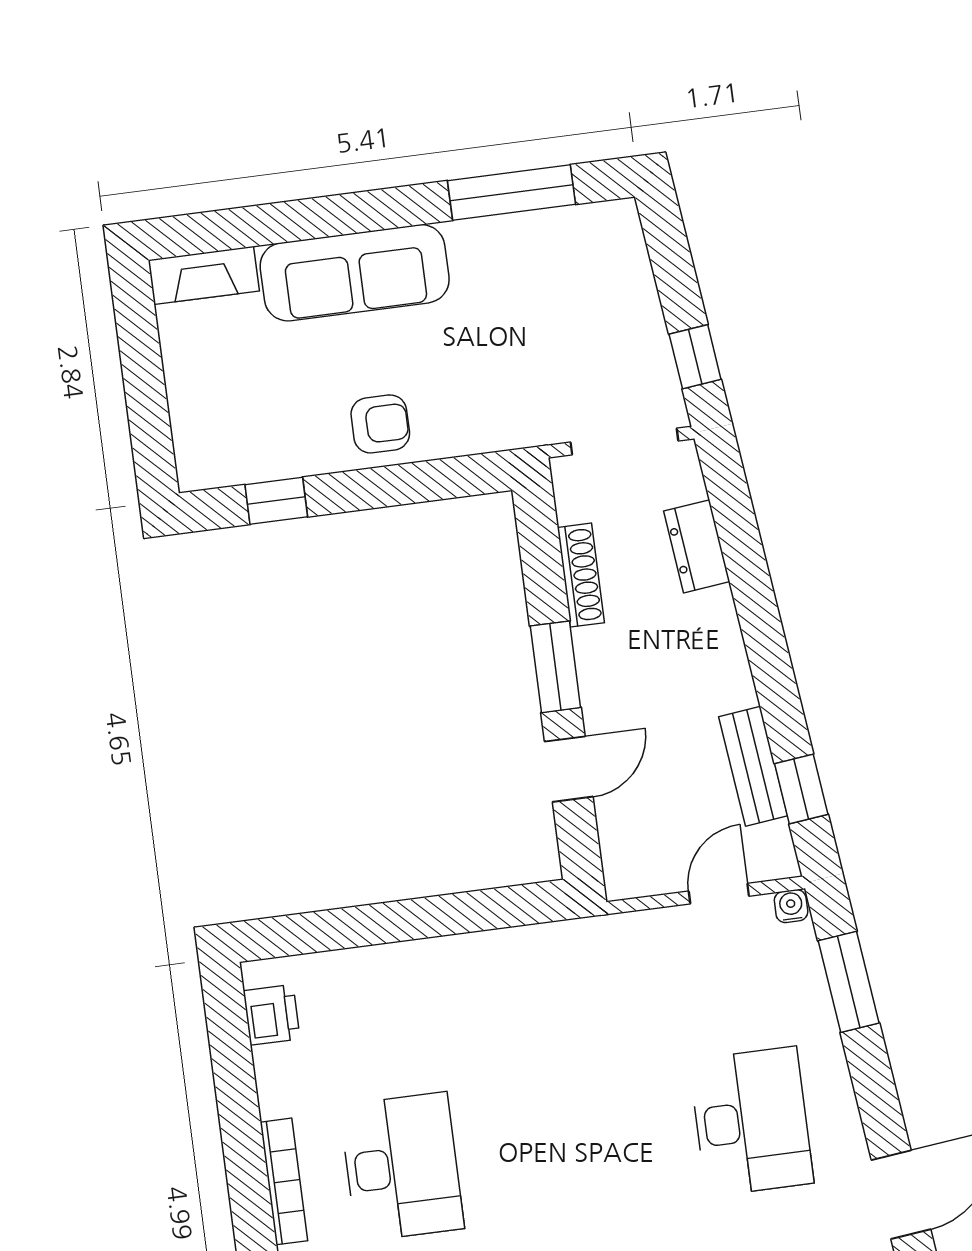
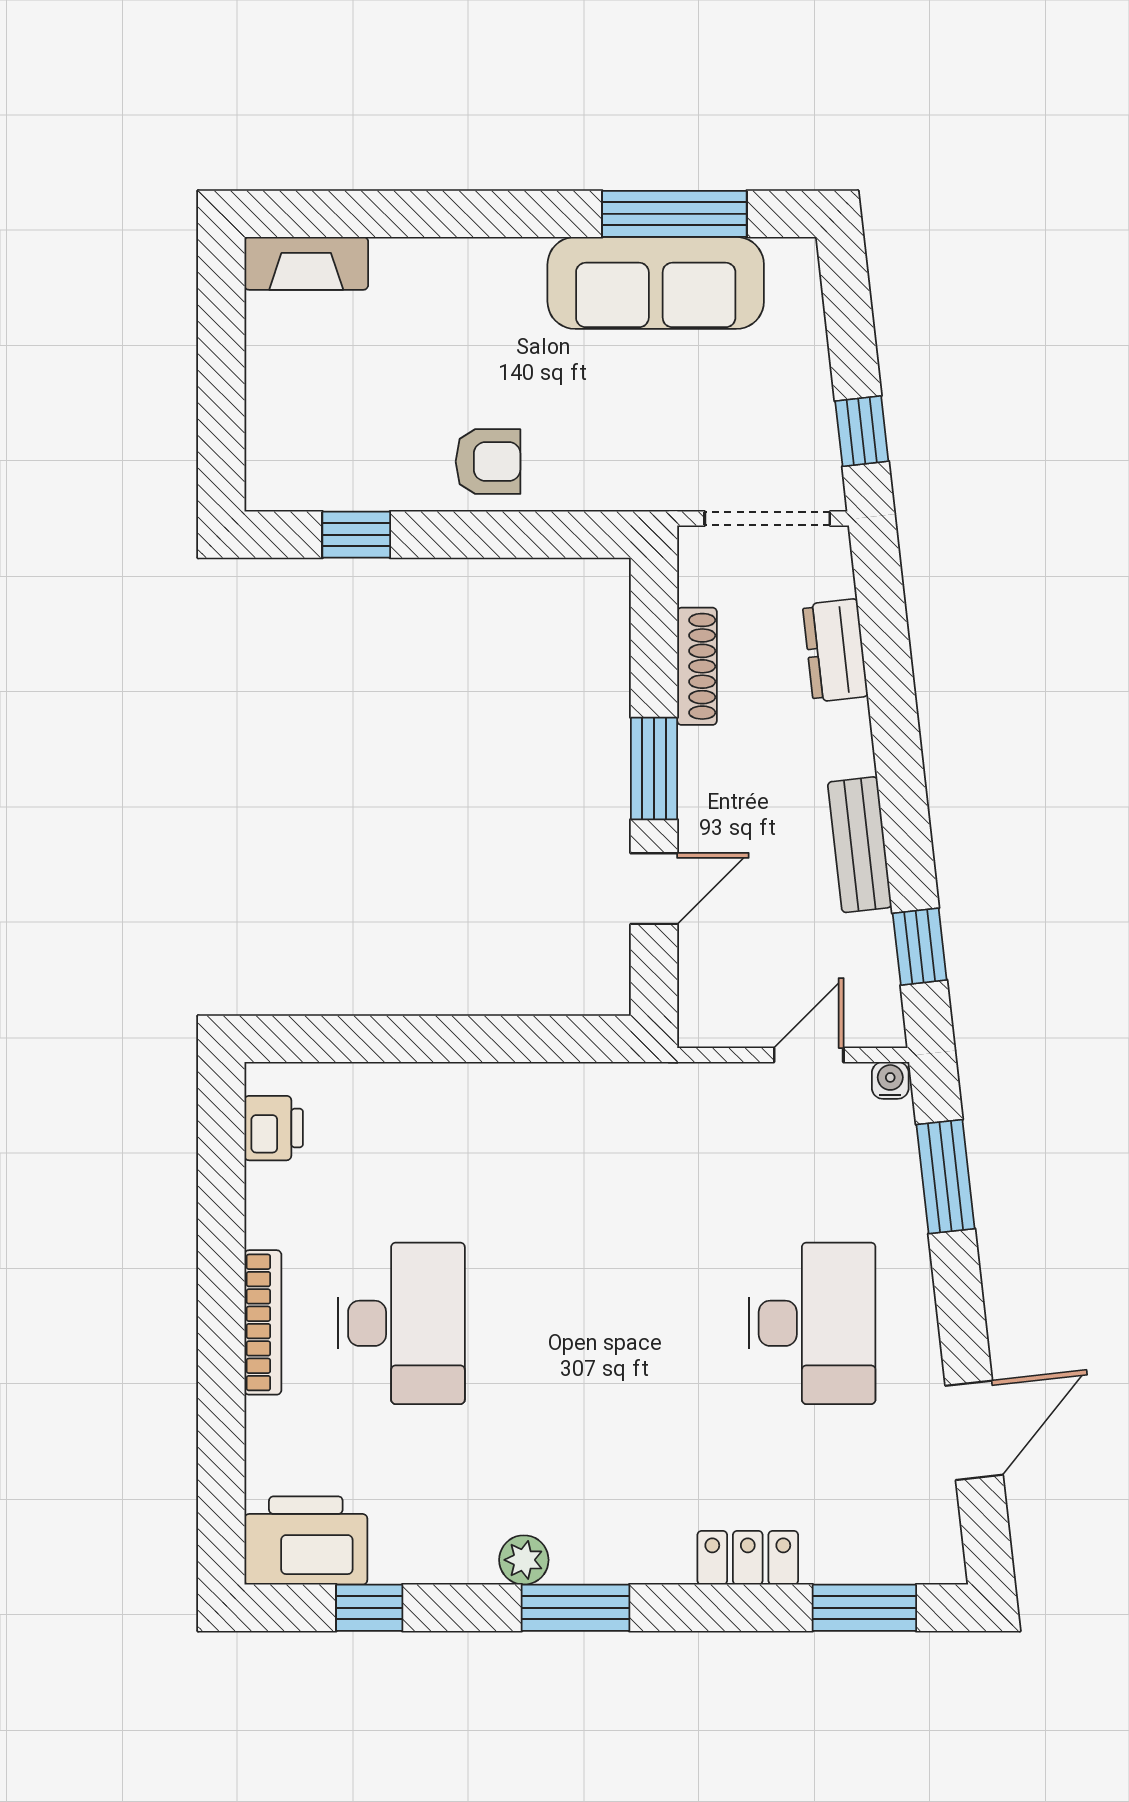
sofa: (355, 273) -> (656, 283), moved
bench: (753, 766) -> (860, 845), moved

